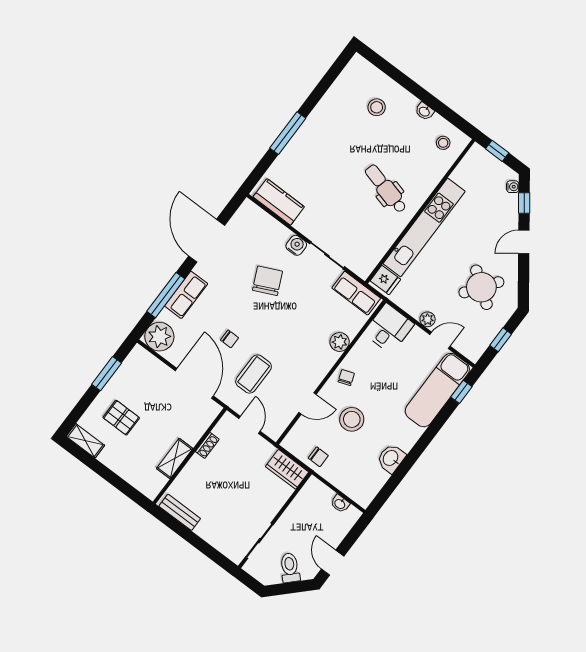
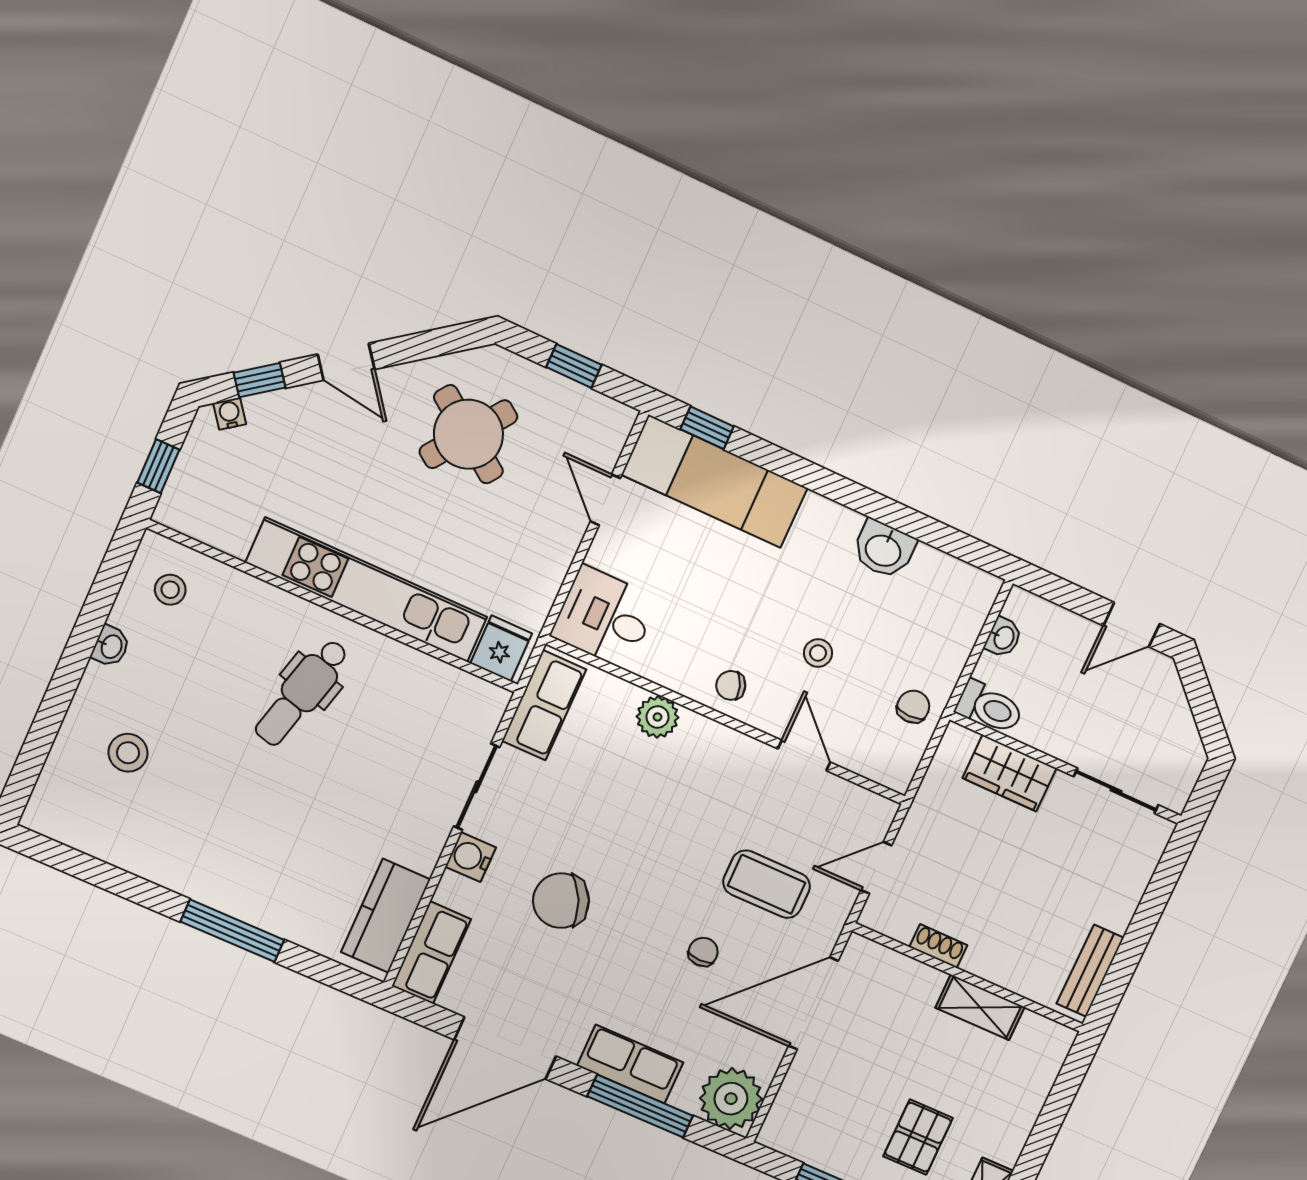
row of seats: (258, 218) -> (431, 953), added
plant: (428, 319) -> (566, 537), removed
stool: (352, 419) -> (818, 653), width x0.53, depth x0.53
wardrobe: (287, 469) -> (1009, 773), moved, turned 90
toilet: (290, 568) -> (989, 707), moved, turned -135

